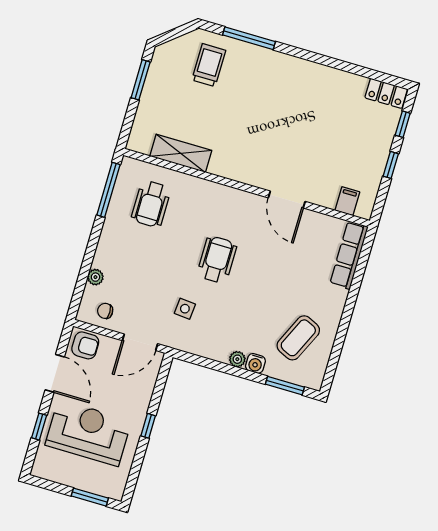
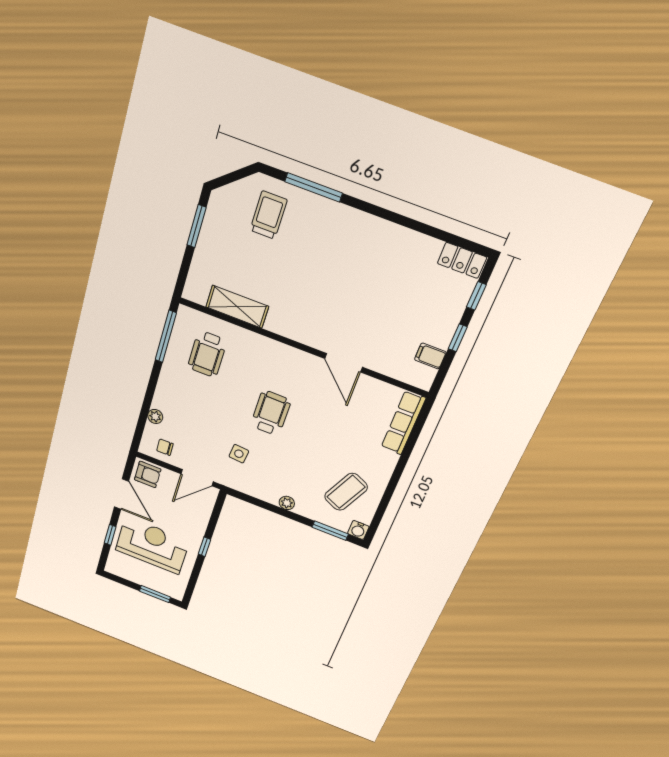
filing cabinet: (347, 201) -> (430, 356), moved, turned -90
water cooler: (255, 363) -> (358, 530), moved

